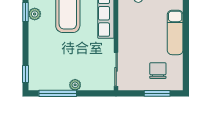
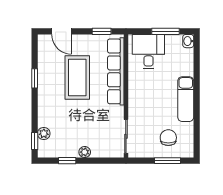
plant: (35, 14) -> (44, 133), moved
window: (58, 93) -> (67, 161), width x0.46

